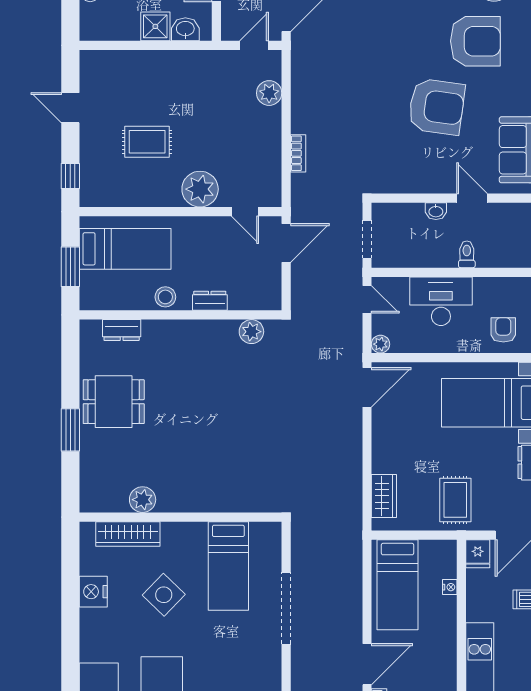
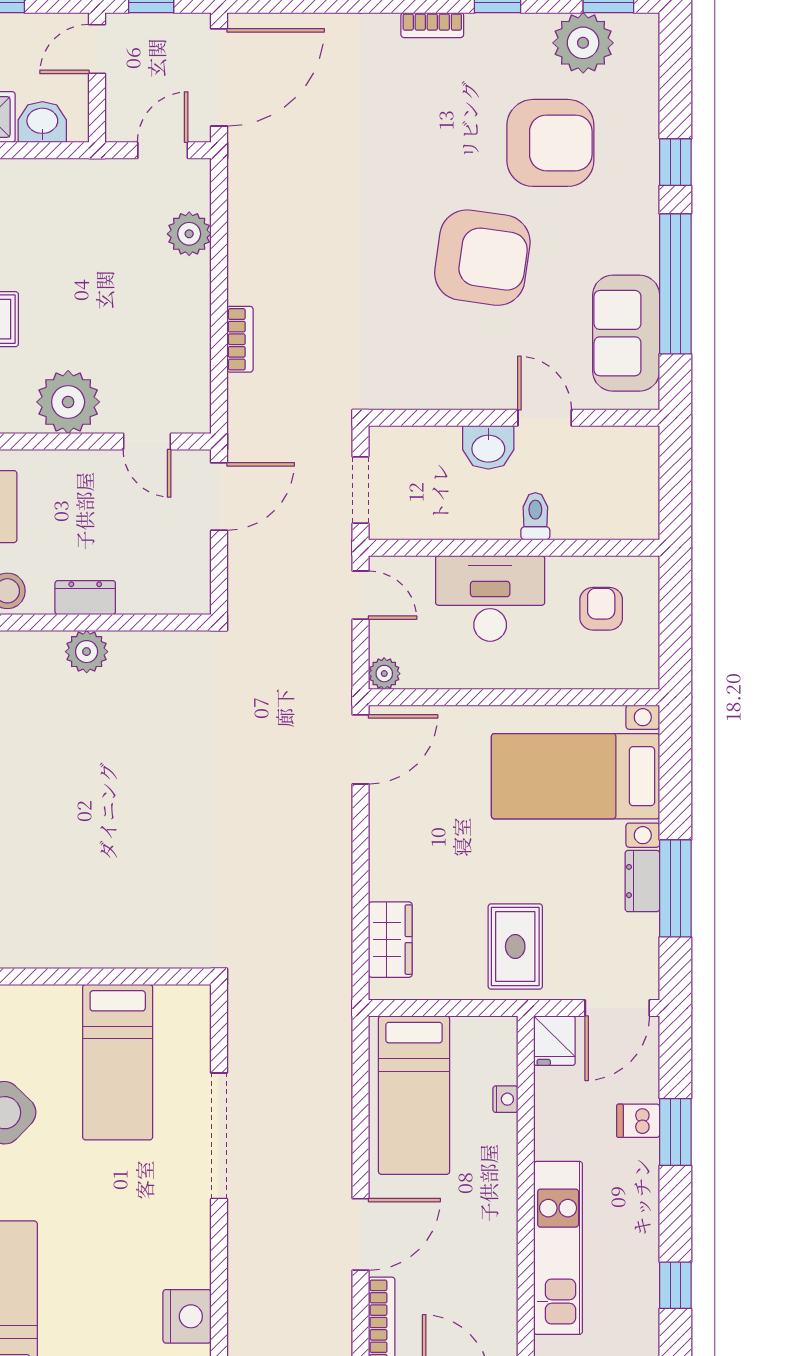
washbasin: (436, 211) -> (488, 447), width x1.38, depth x1.45
armchair: (503, 330) -> (601, 609), moved
plant: (251, 332) -> (87, 652), moved

